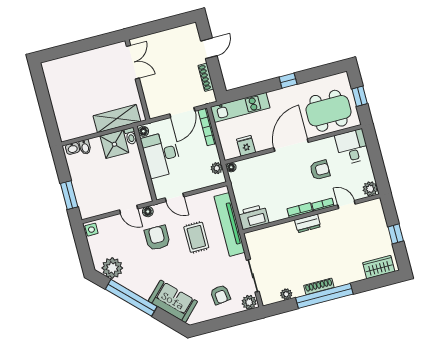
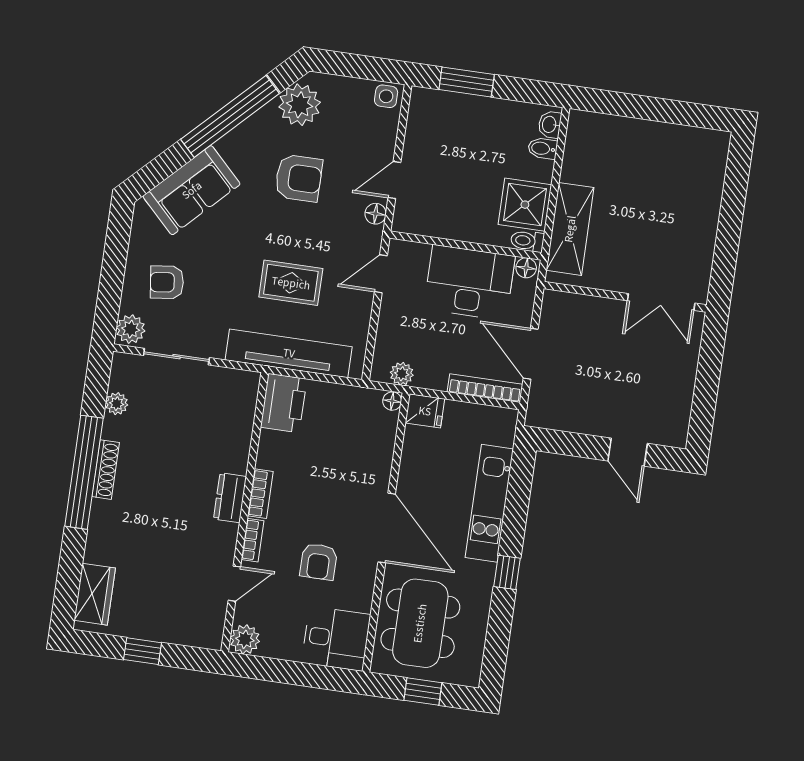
shoe rack: (206, 77) -> (577, 424), removed
kitchen unit: (240, 107) -> (489, 503), moved
fridge: (246, 146) -> (425, 411), moved
armchair: (157, 238) -> (299, 178), moved

